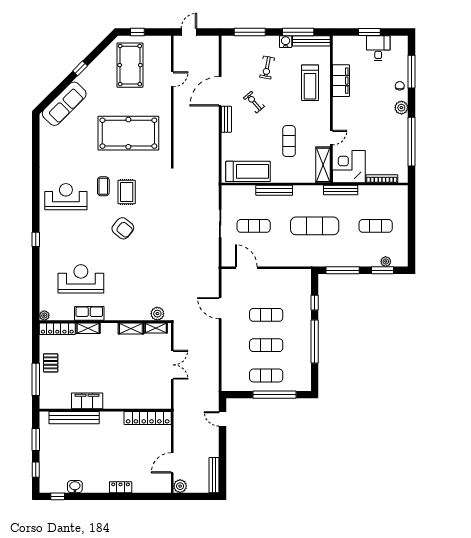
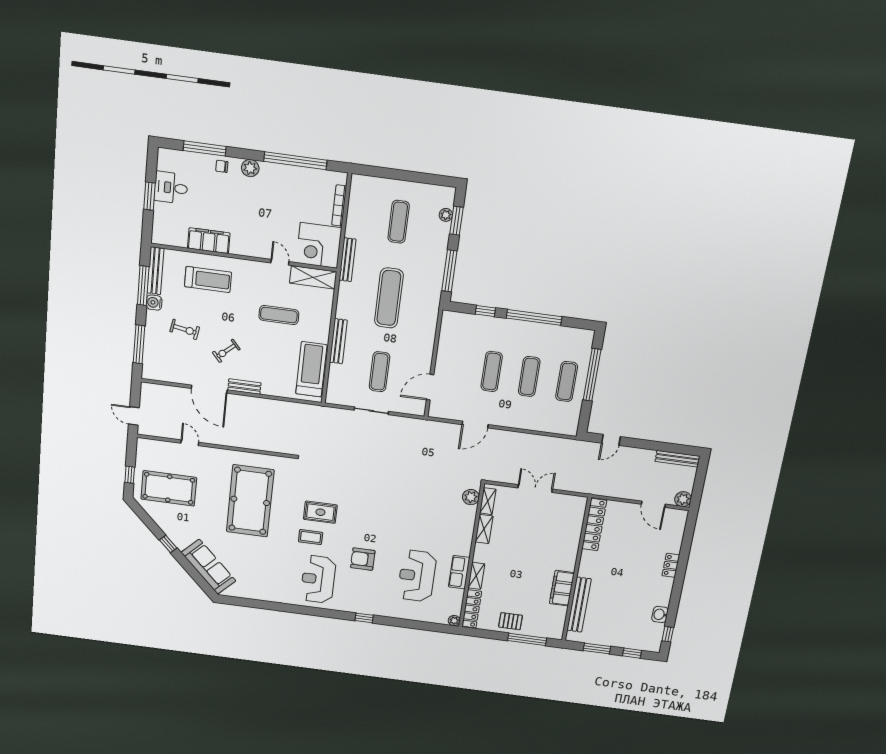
armchair: (123, 228) -> (363, 559), moved, turned -129

